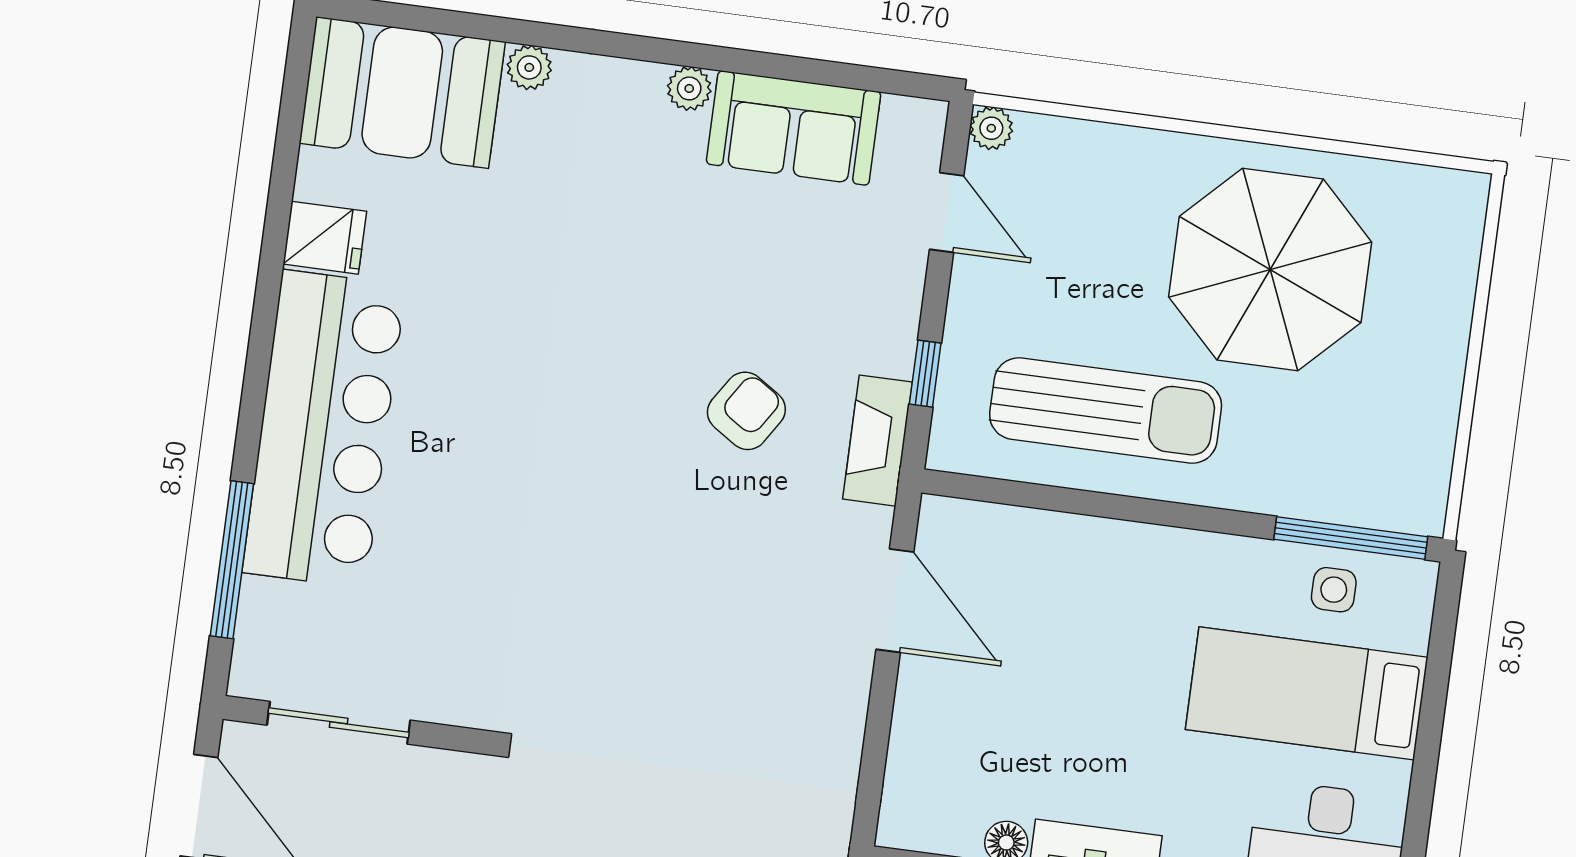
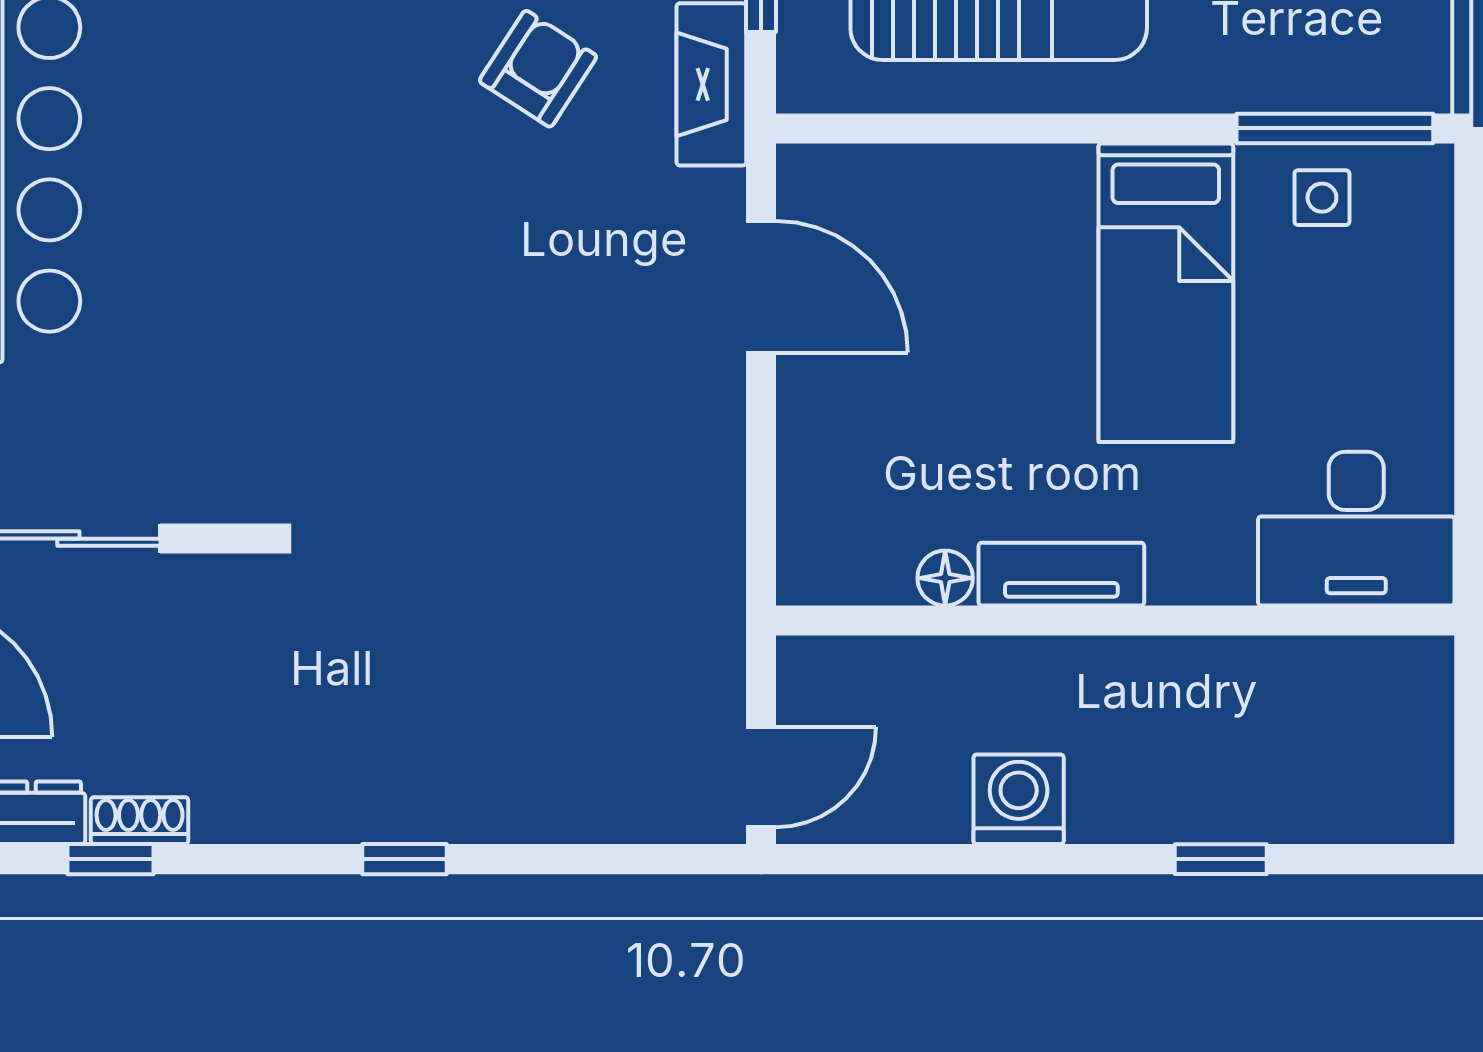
bed: (1307, 693) -> (1166, 293), moved, turned -90

